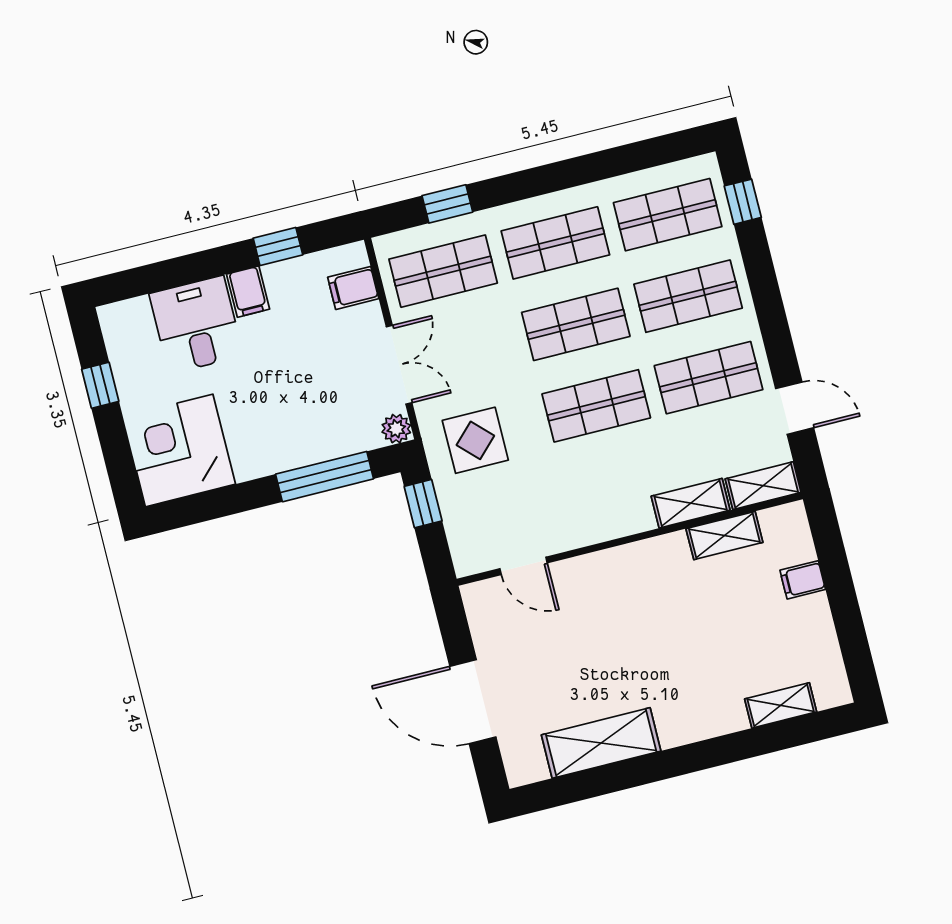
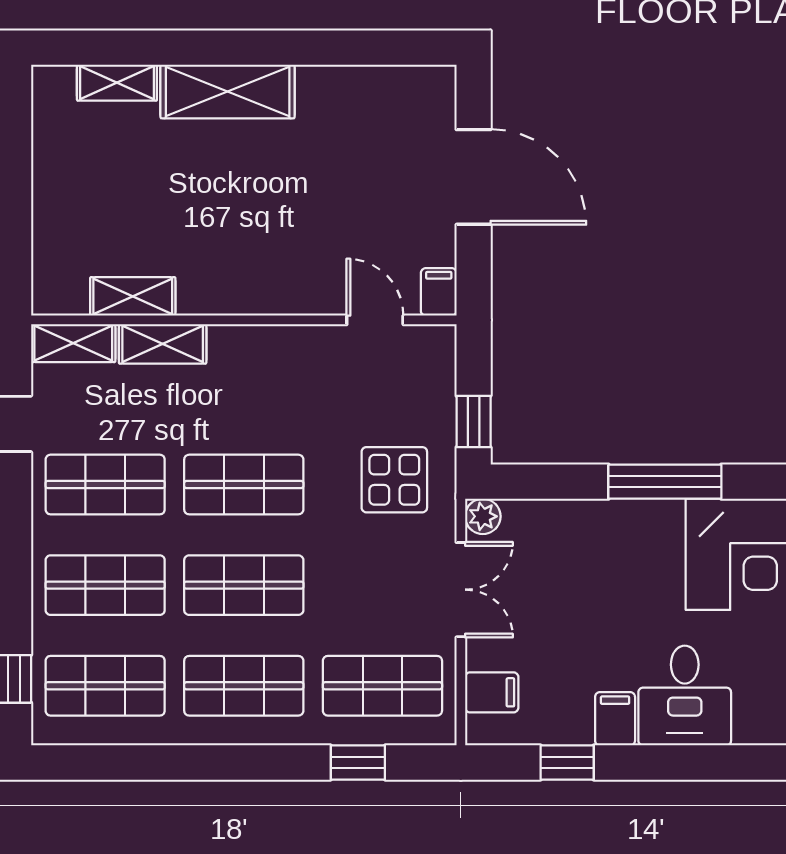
double door: (399, 365) -> (461, 590), swing flipped
window: (325, 477) -> (665, 482), moved
filing cabinet: (803, 580) -> (439, 292), moved, turned -90
shelving: (601, 743) -> (228, 91), moved

